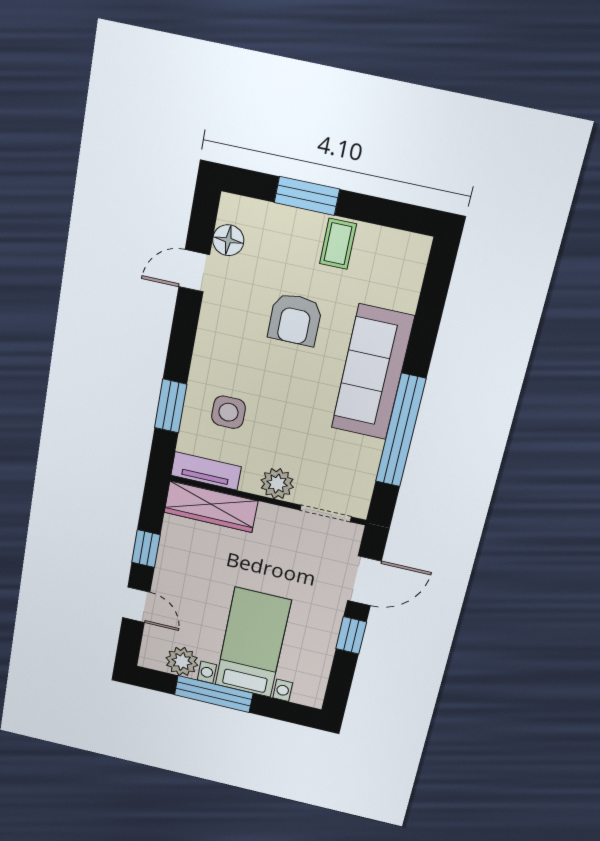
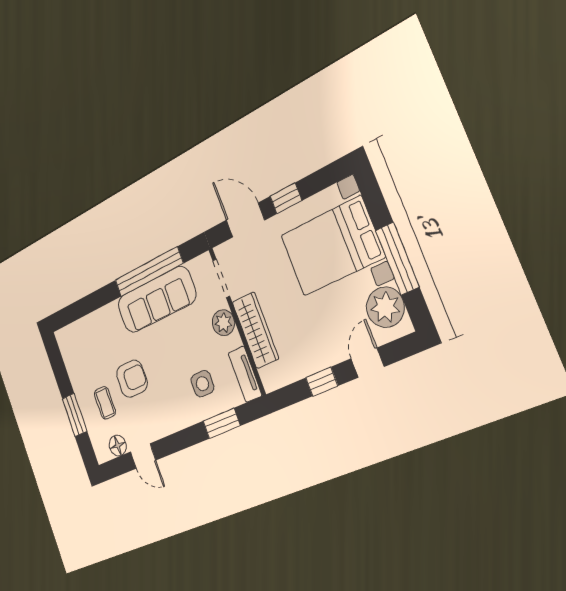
coffee table: (338, 244) -> (105, 403), moved, turned 90
sofa: (372, 372) -> (156, 300), moved
wardrobe: (211, 507) -> (255, 330), moved
bed with nightstands: (253, 643) -> (332, 246), width x1.36
plant: (182, 661) -> (385, 307), width x1.36, depth x1.36

